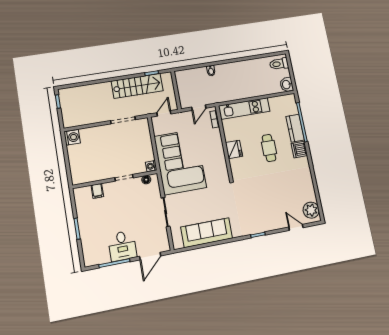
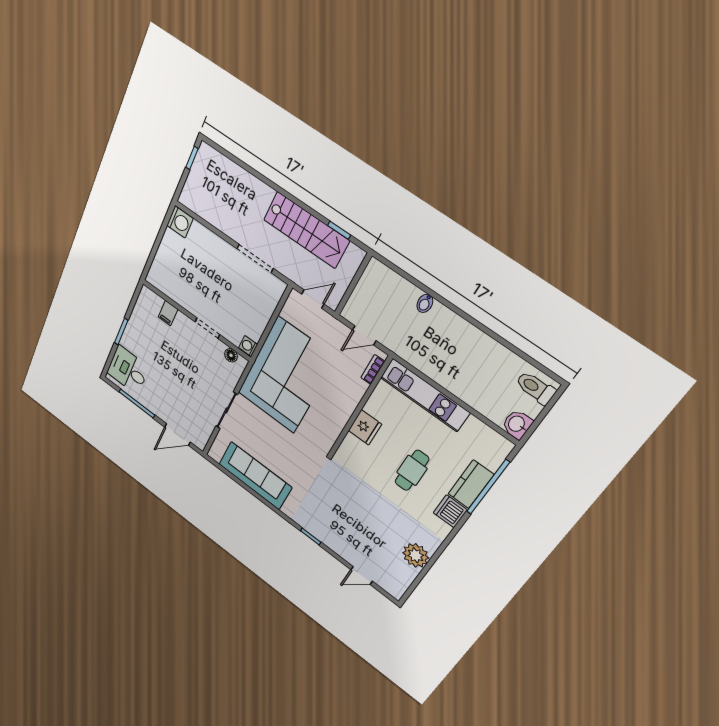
plant: (311, 210) -> (416, 555), moved
door: (296, 227) -> (362, 575), swing flipped
desk: (122, 246) -> (128, 370), moved, turned 90

